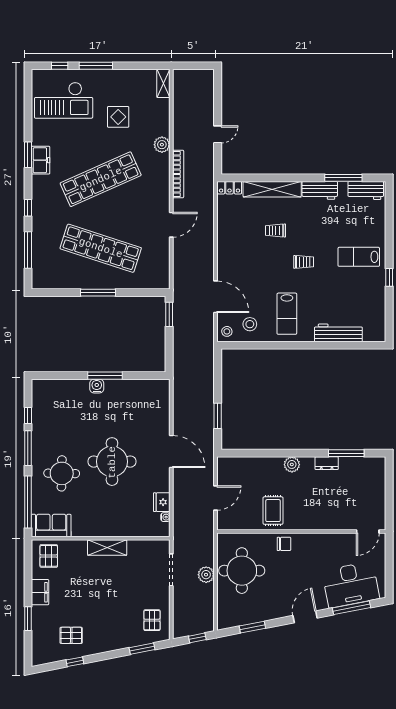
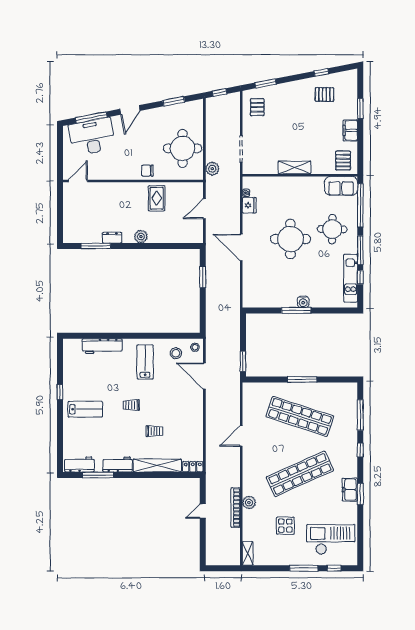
bookcase: (178, 174) -> (236, 508), moved
kitchen unit: (40, 414) -> (351, 278), added
plant: (206, 575) -> (212, 169), moved

